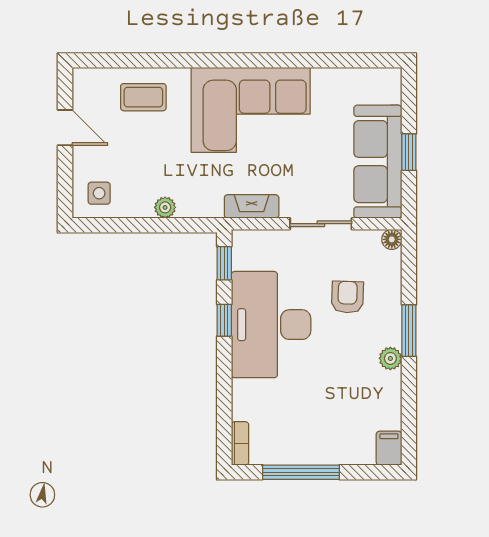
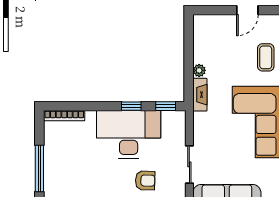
side table: (99, 193) -> (208, 31), removed
fireplace: (252, 206) -> (200, 95), moved
bookcase: (240, 443) -> (64, 116), width x1.56
window: (301, 472) -> (39, 168), moved

